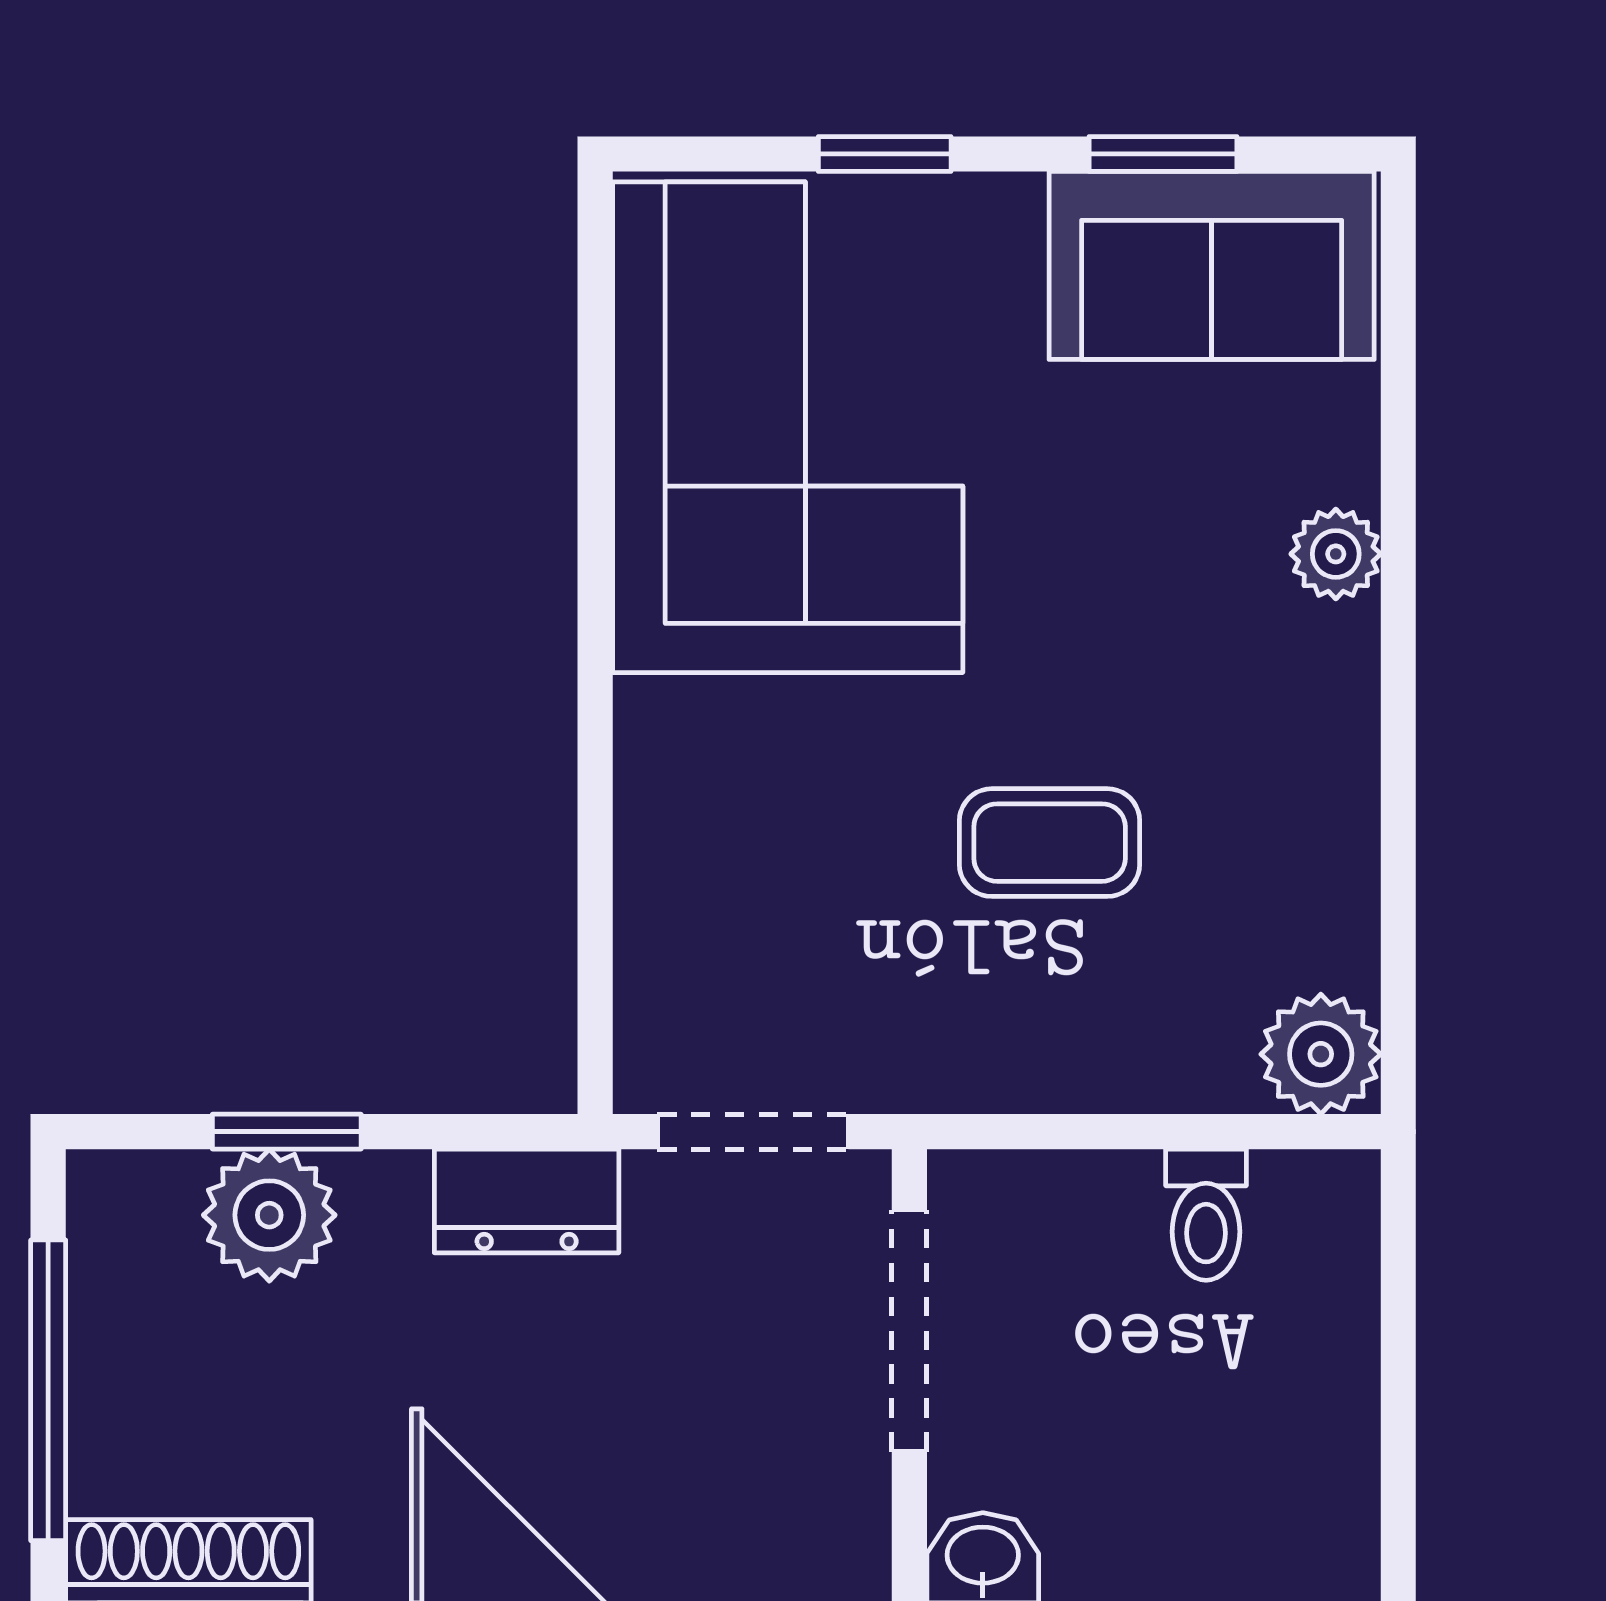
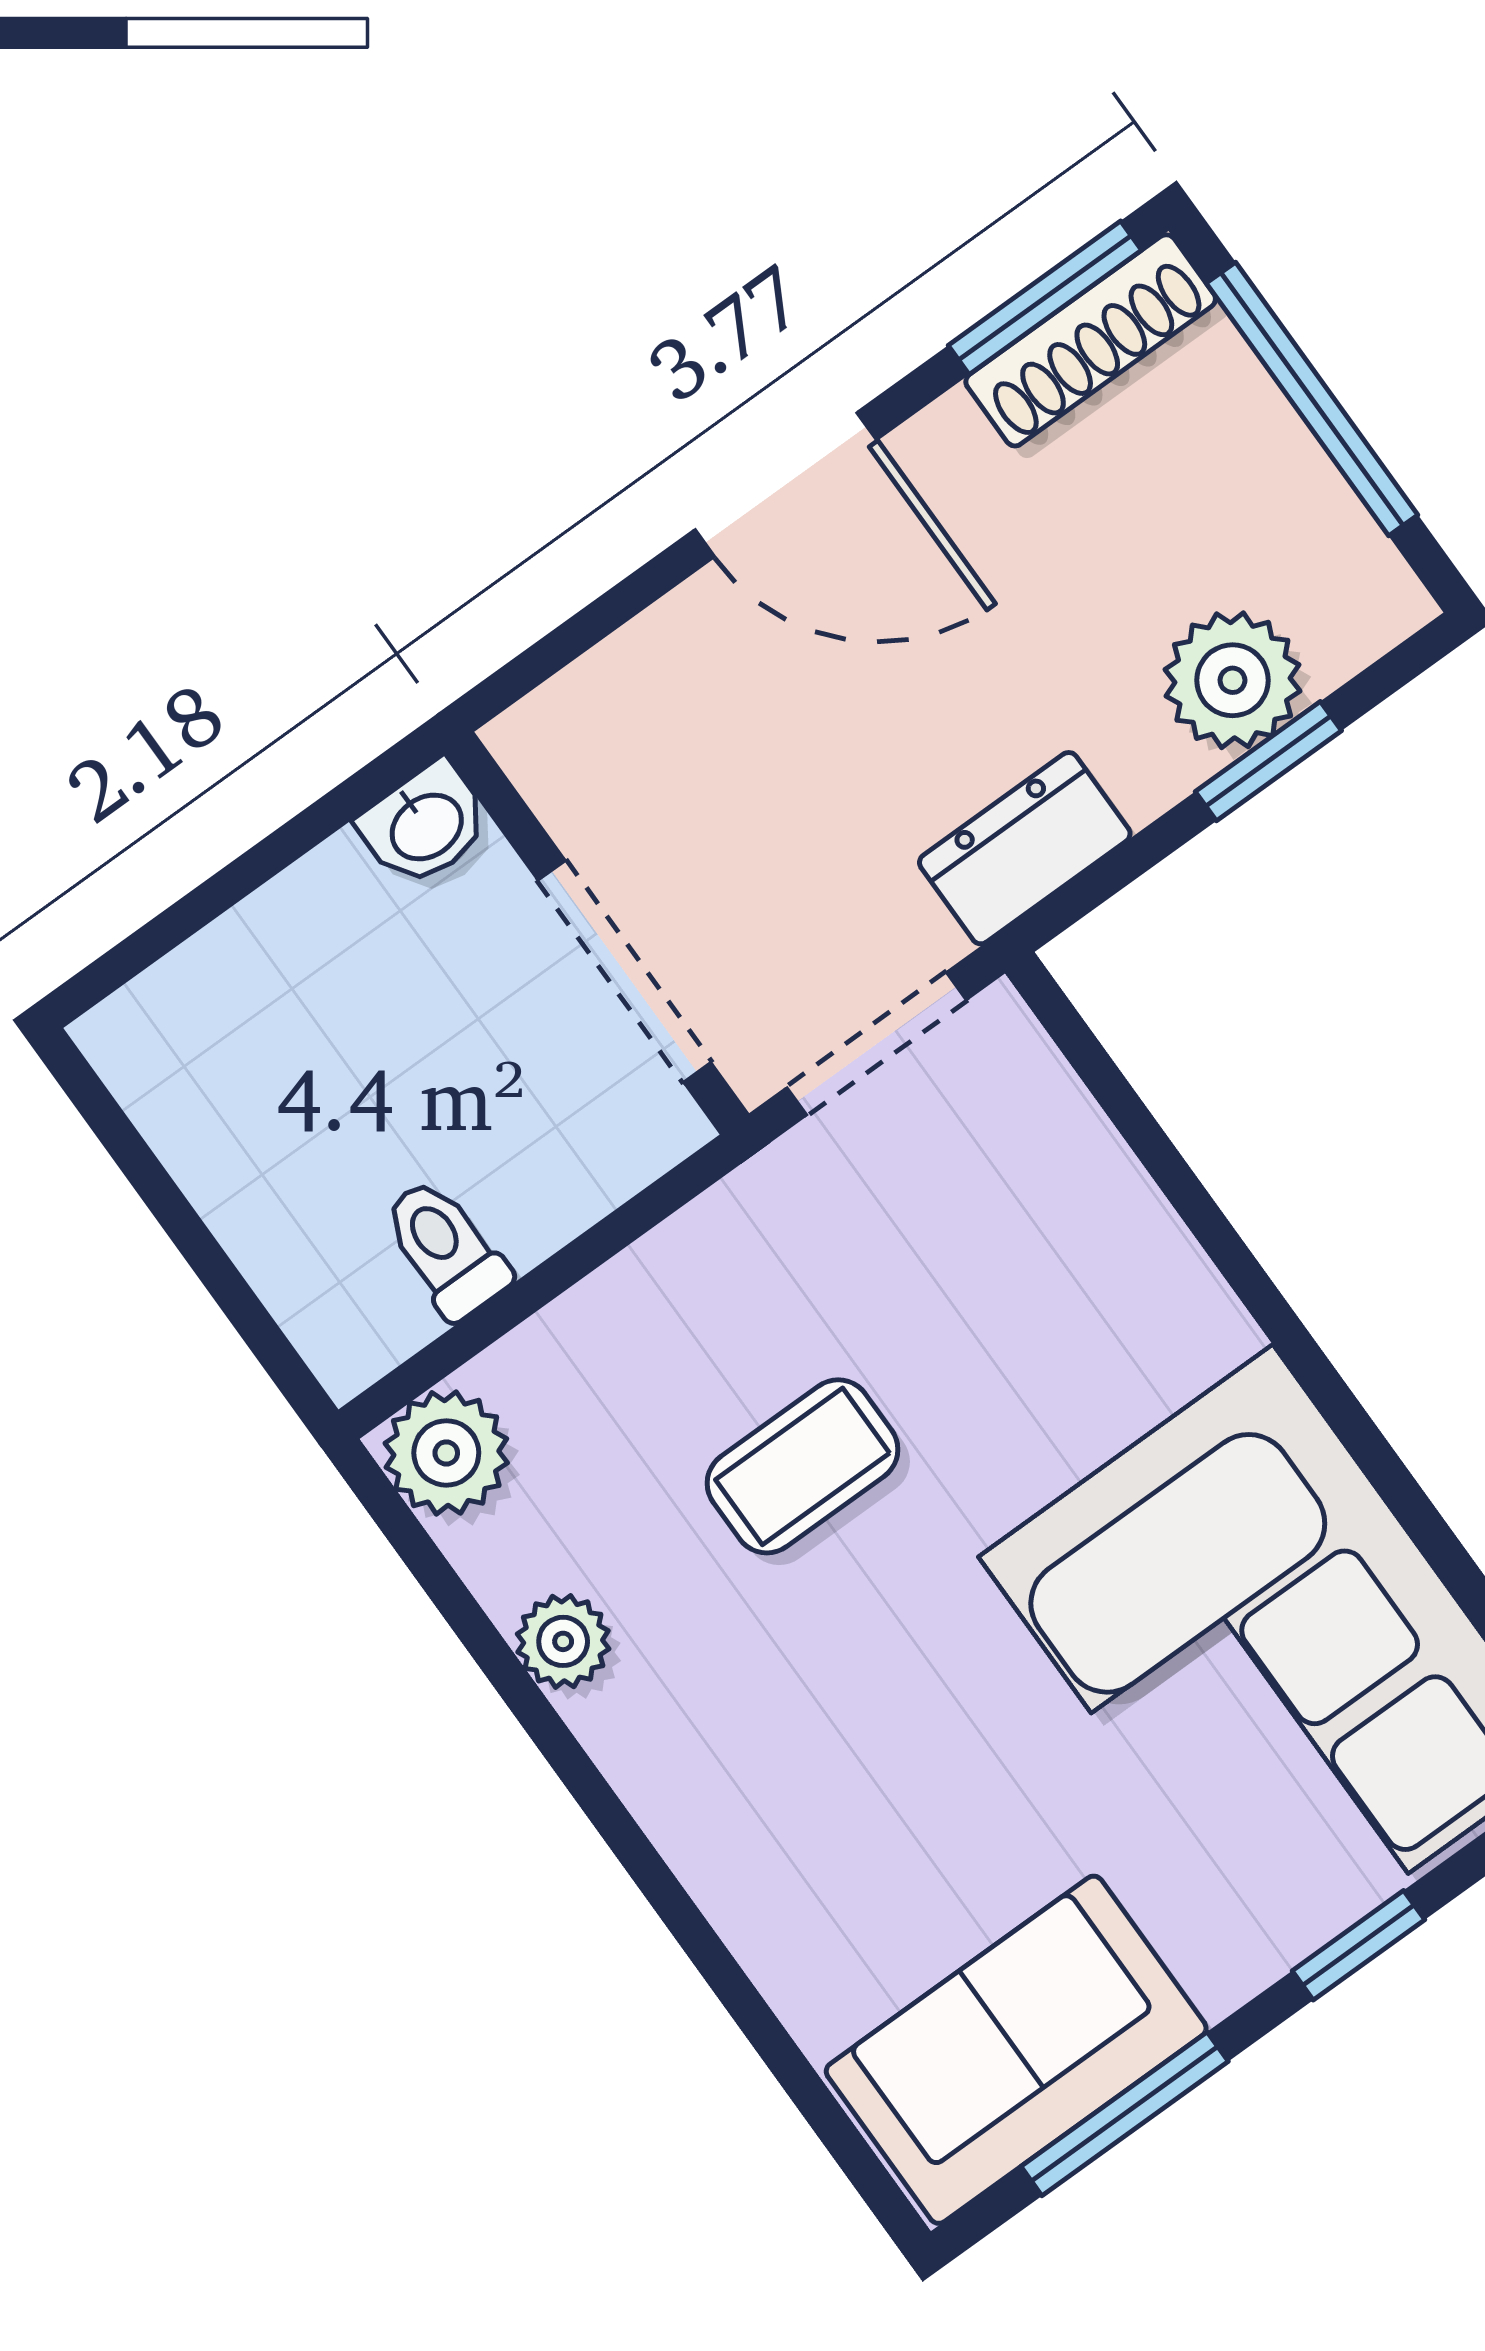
window: (1163, 154) -> (1125, 2114), width x1.50
plant: (1336, 554) -> (563, 1641), moved

